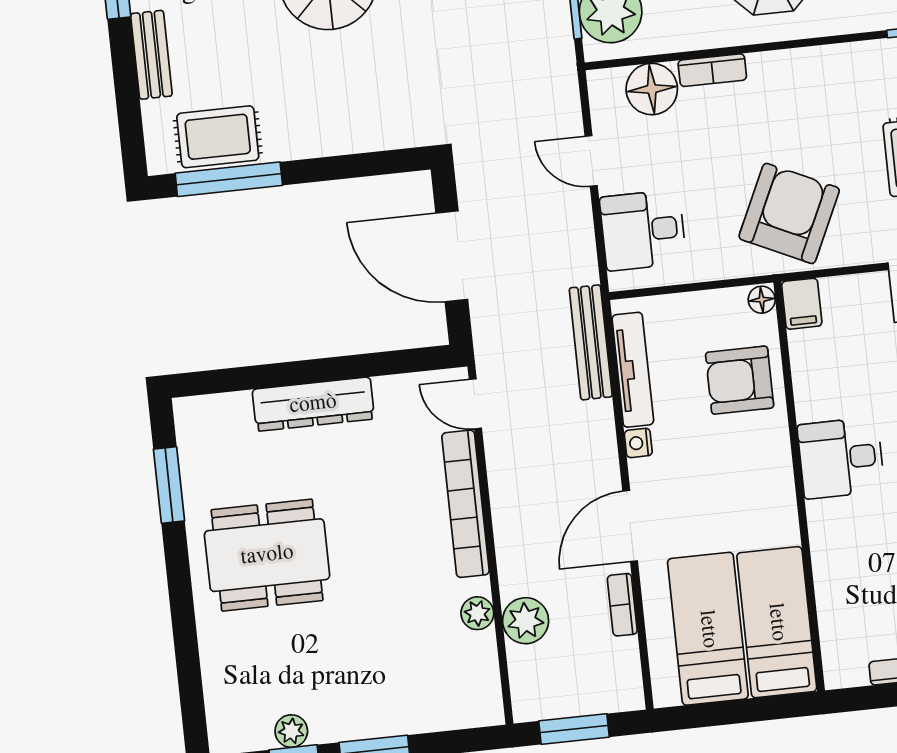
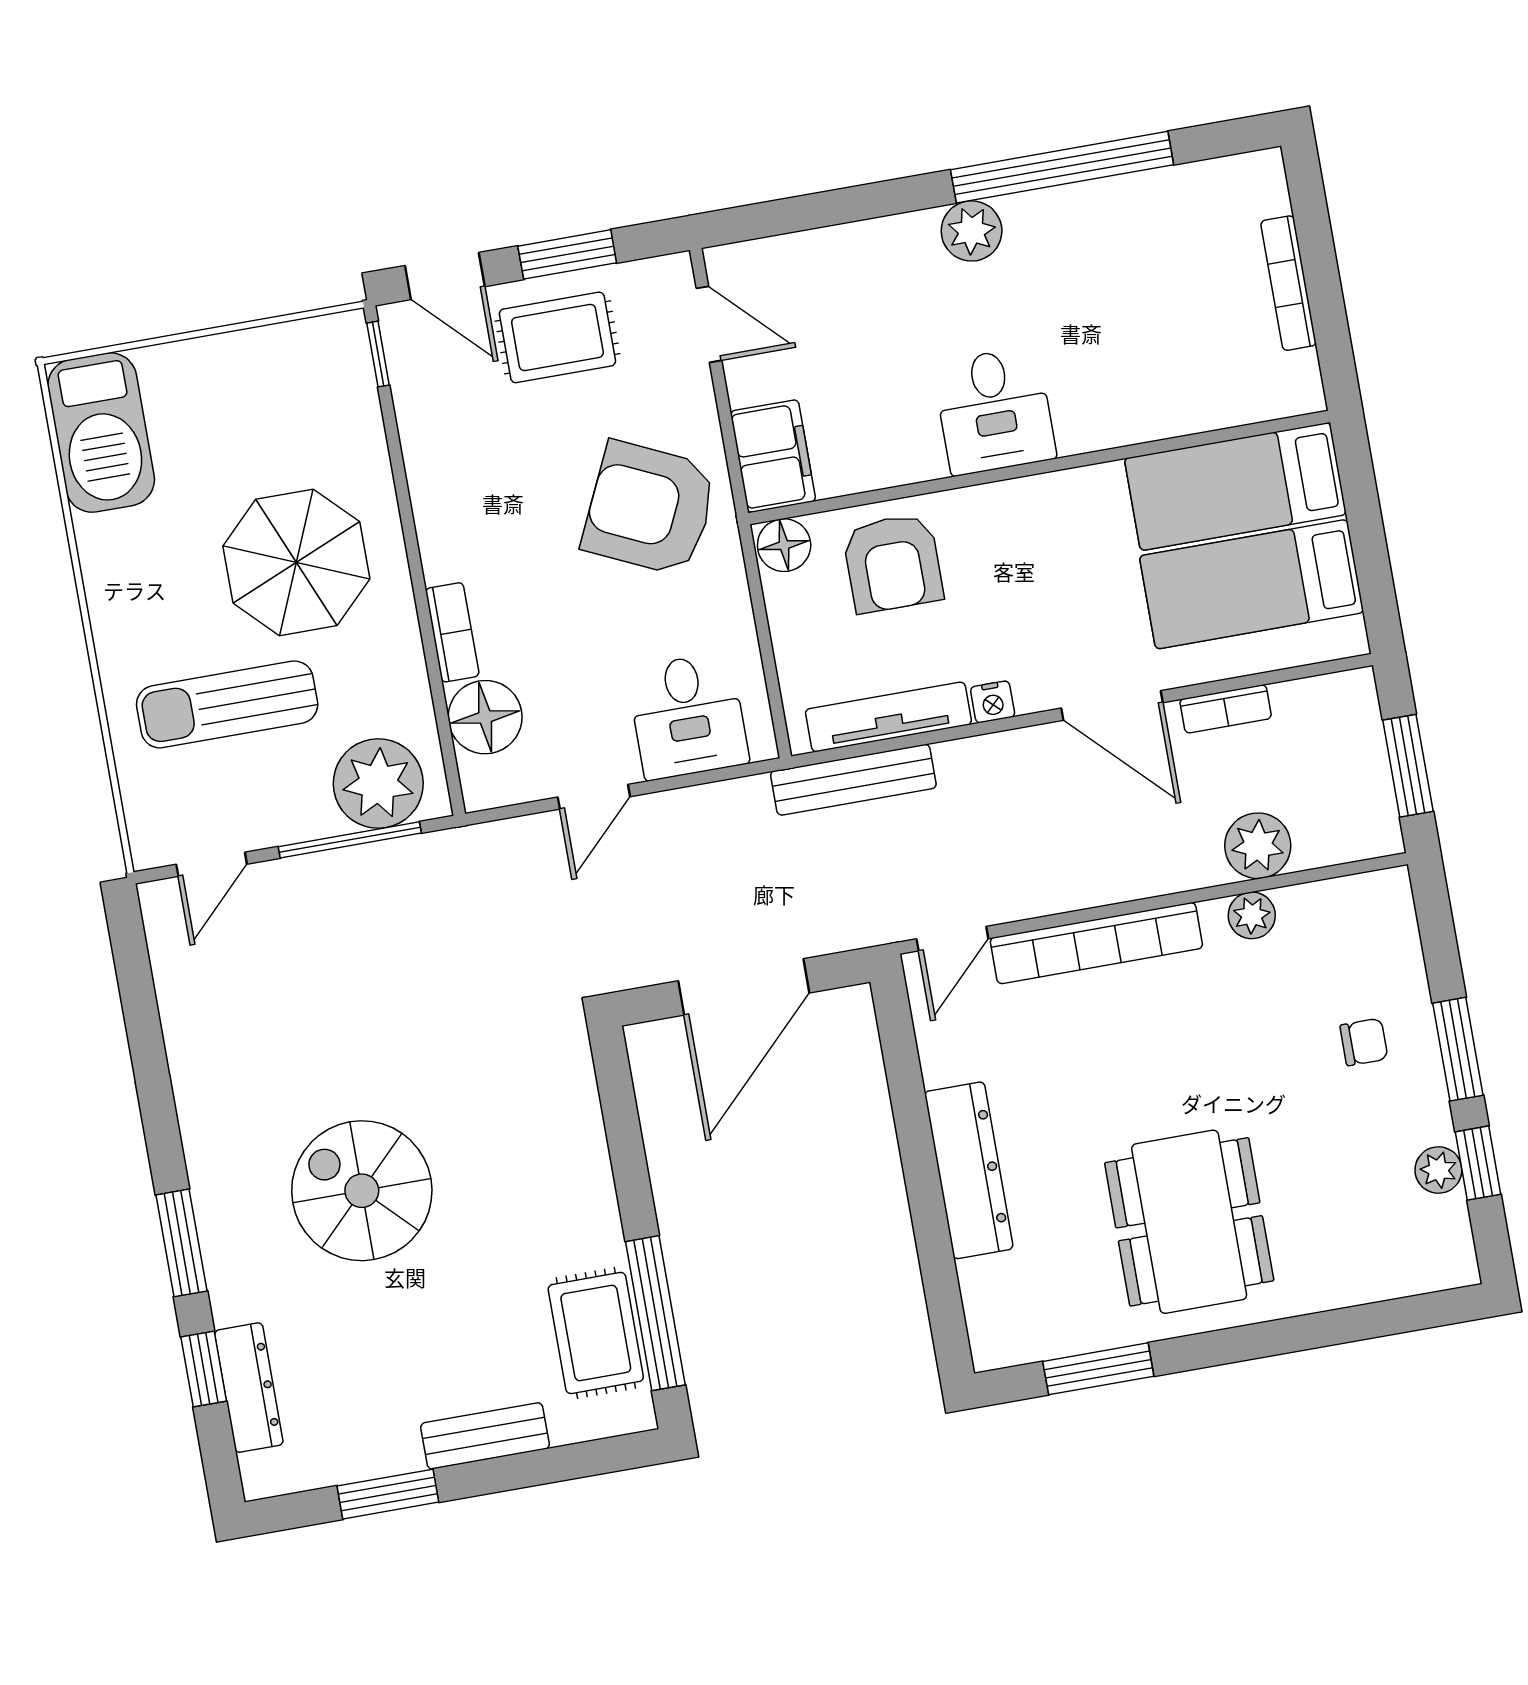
floor lamp: (762, 300) -> (784, 545), width x1.37, depth x1.37
filing cabinet: (802, 304) -> (773, 456), width x2.00
chair: (384, 685) -> (1364, 1042), added

